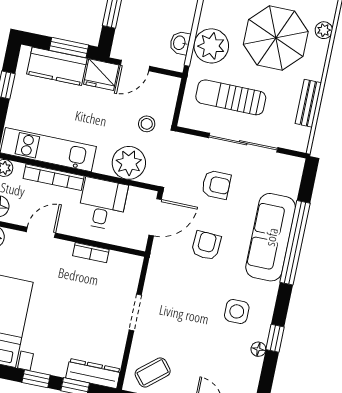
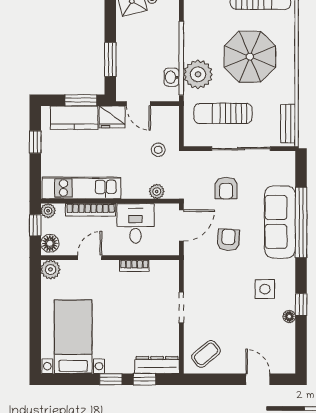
plant: (324, 30) -> (288, 42), removed
door: (135, 65) -> (138, 104), hinge flipped
bench: (308, 103) -> (288, 124), moved
plant: (129, 163) -> (157, 192), width x0.53, depth x0.53
armchair: (216, 185) -> (226, 188), turned 90

